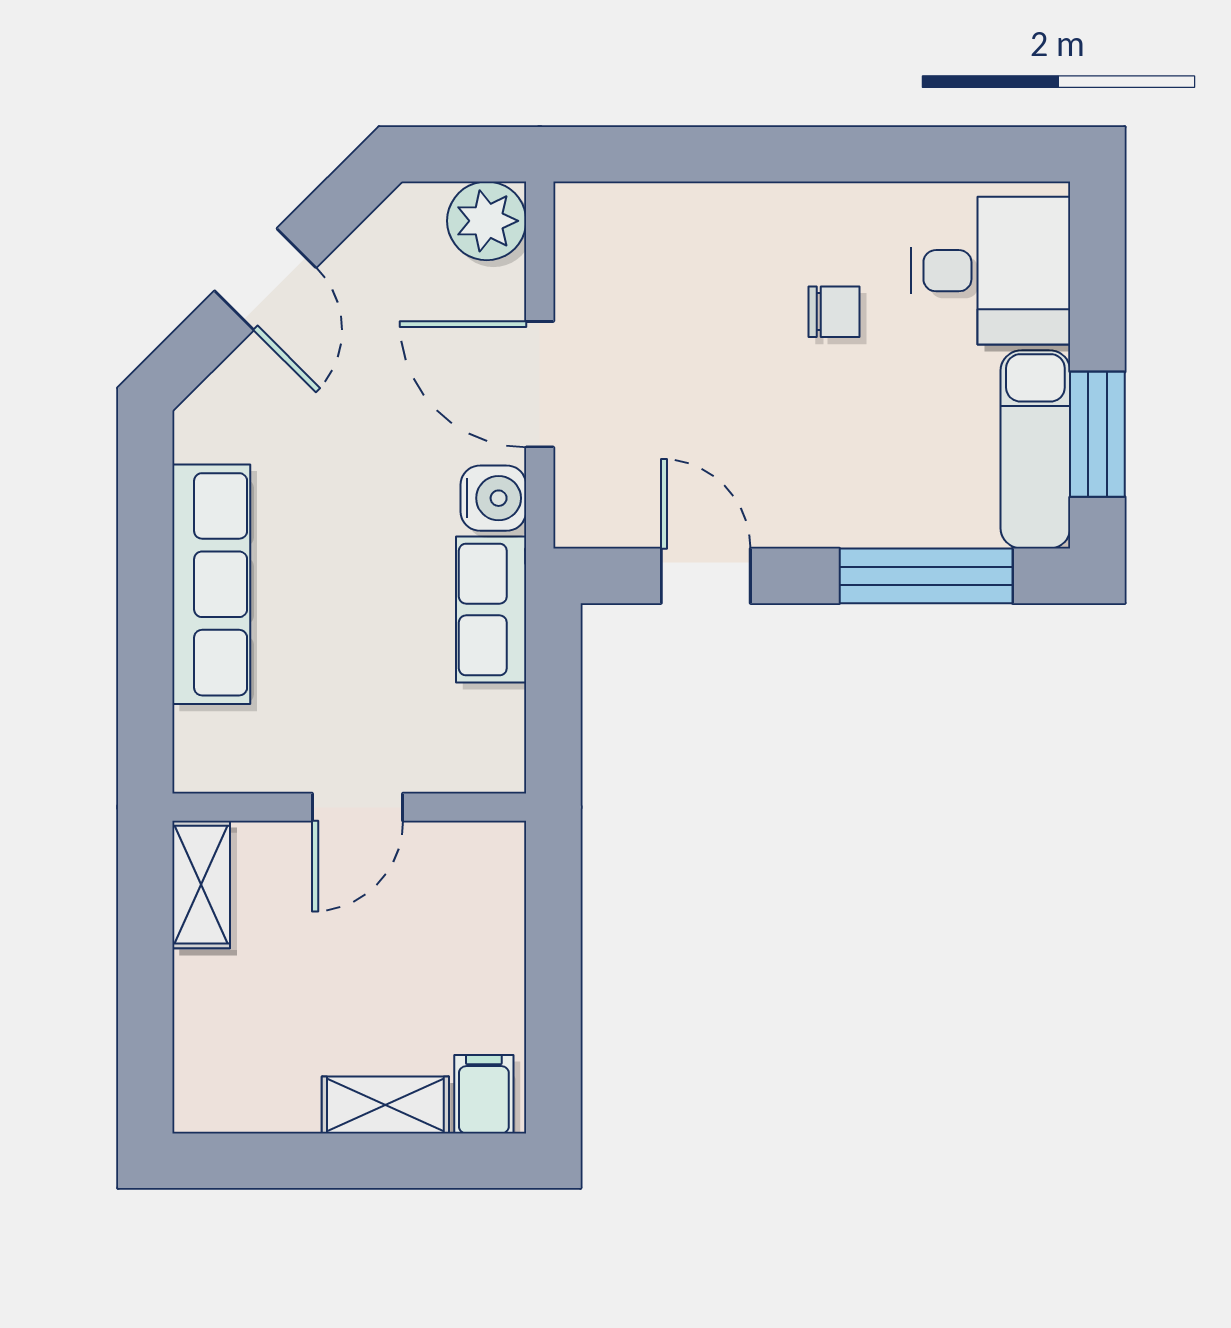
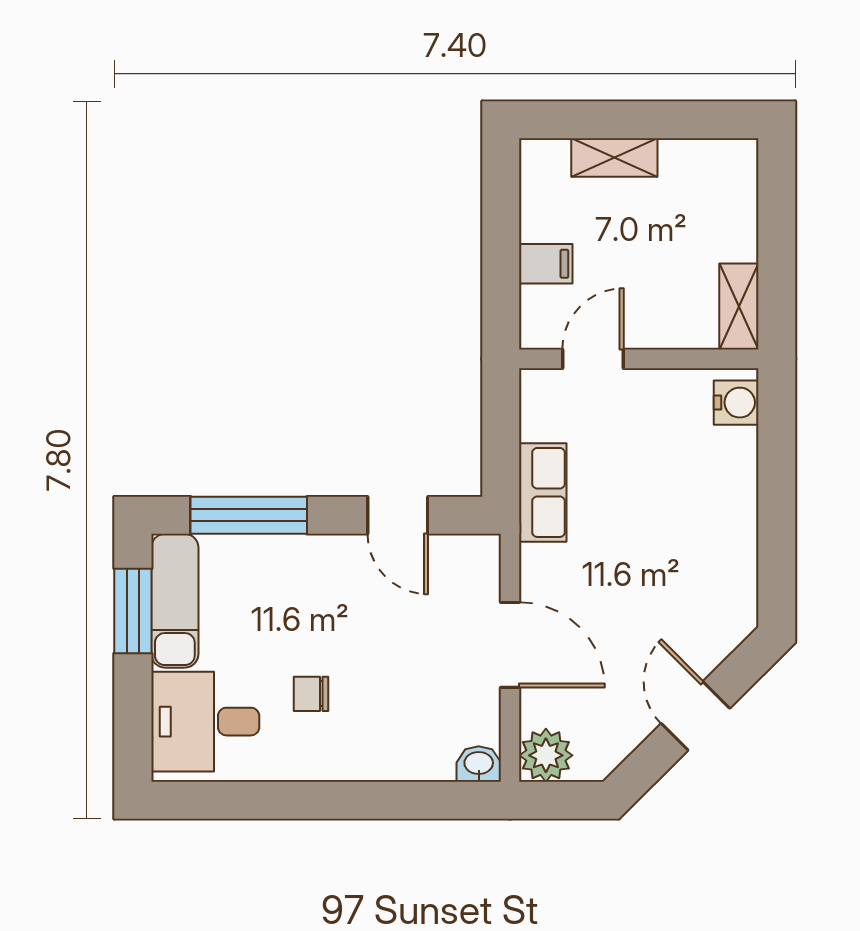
washbasin: (586, 208) -> (479, 764), added
water cooler: (493, 498) -> (736, 403), moved, turned 180
row of seats: (211, 584) -> (732, 510), removed
door: (358, 807) -> (593, 359), moved
filing cabinet: (484, 1094) -> (546, 264), moved, turned -90

